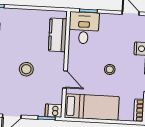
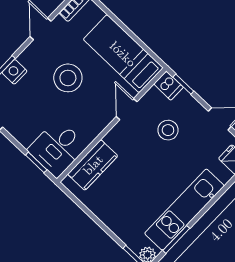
stool: (26, 69) -> (168, 130), moved
stool: (110, 69) -> (68, 78), width x1.89, depth x1.89

